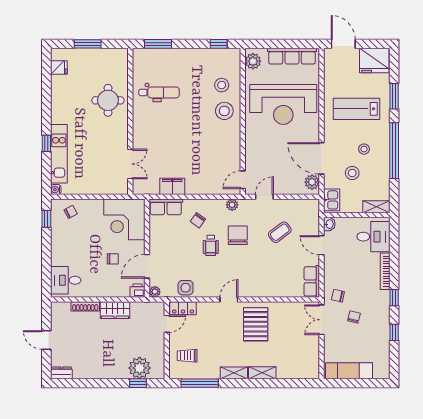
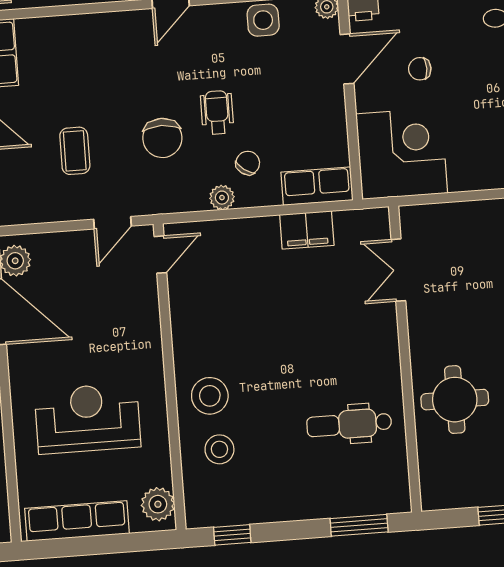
reception desk: (283, 104) -> (87, 418), width x0.74, depth x0.77
plant: (232, 205) -> (222, 198), moved
coffee table: (280, 232) -> (75, 151), turned -53

